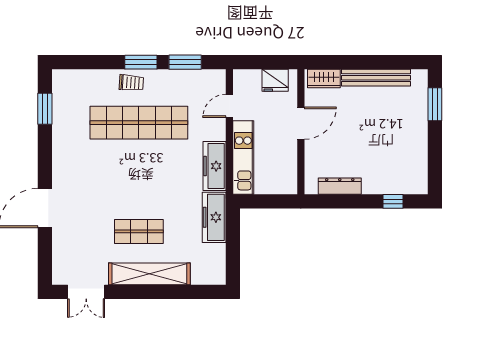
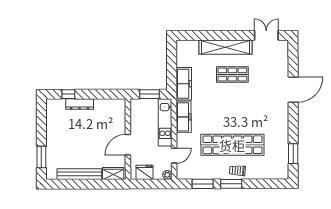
plant: (240, 76) -> (167, 175), added
dresser: (340, 186) -> (80, 104), moved
window: (267, 201) -> (150, 94), added

